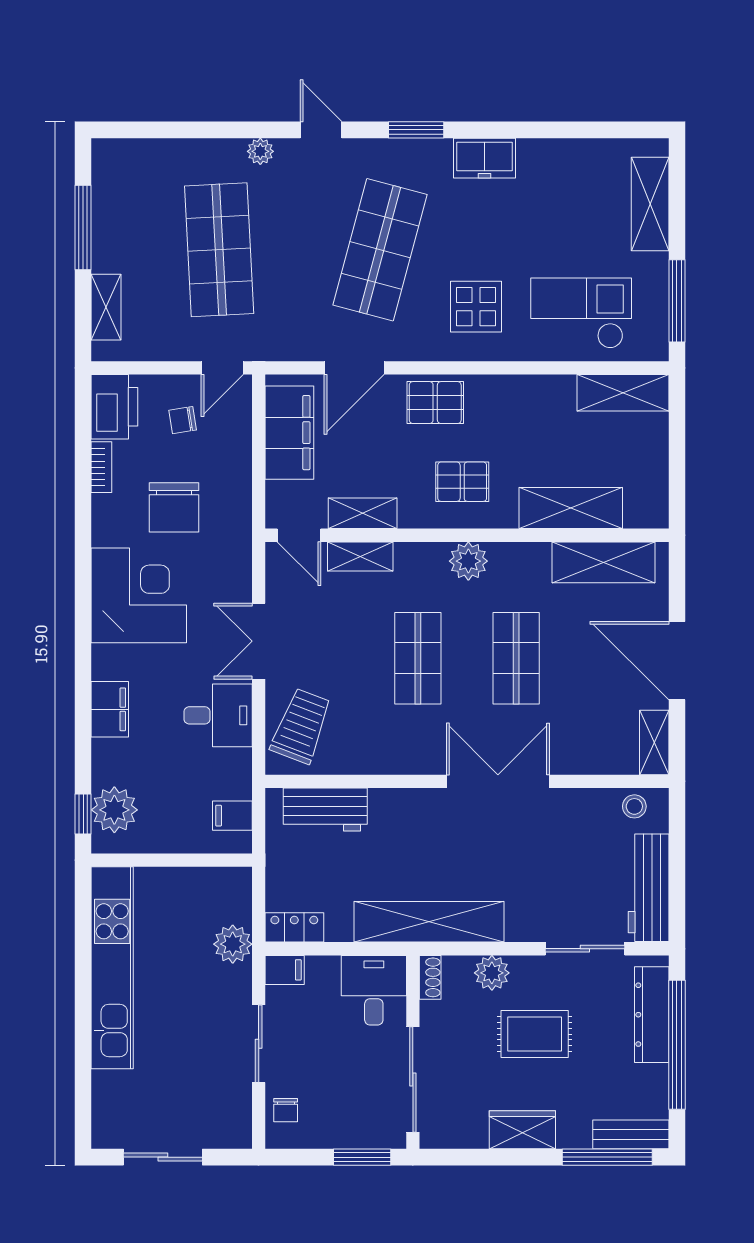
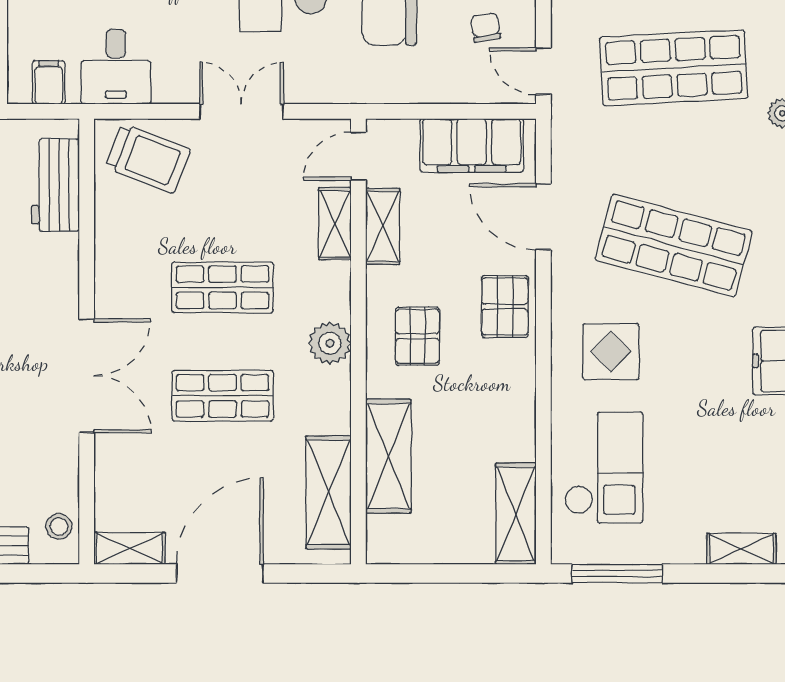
shelving: (650, 204) -> (741, 549), width x0.67, depth x0.75
desk: (218, 715) -> (116, 67), moved

